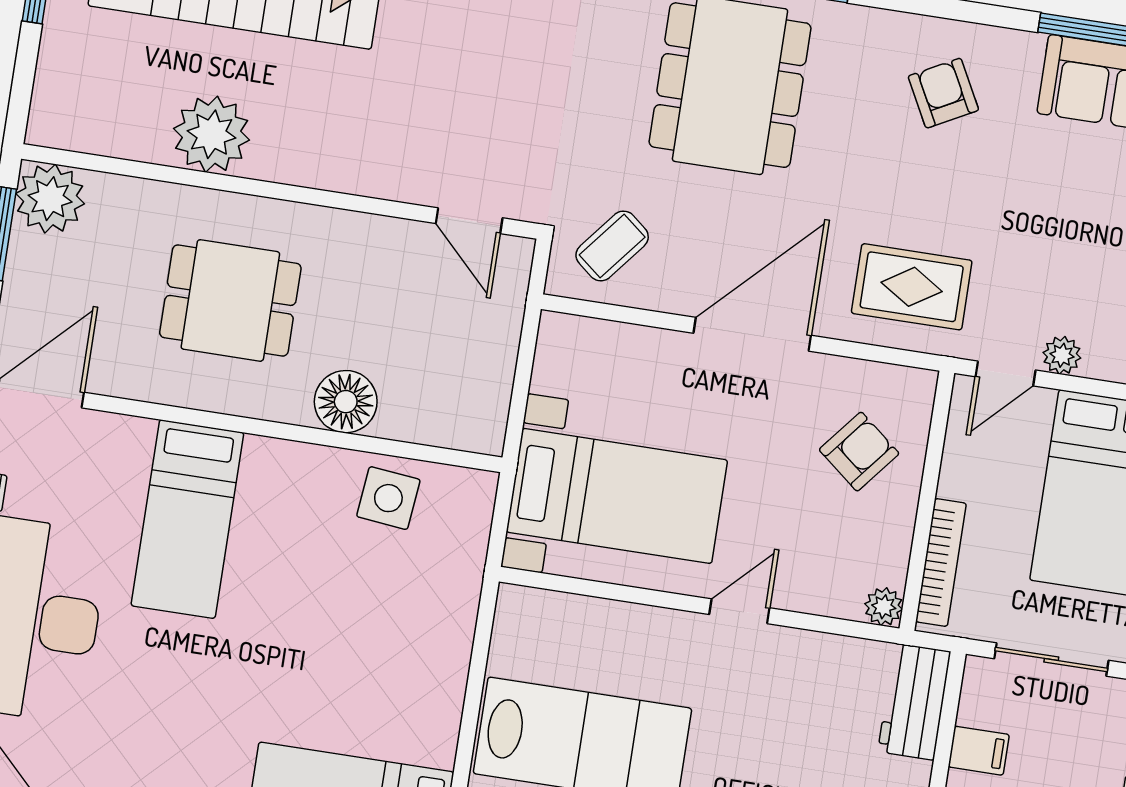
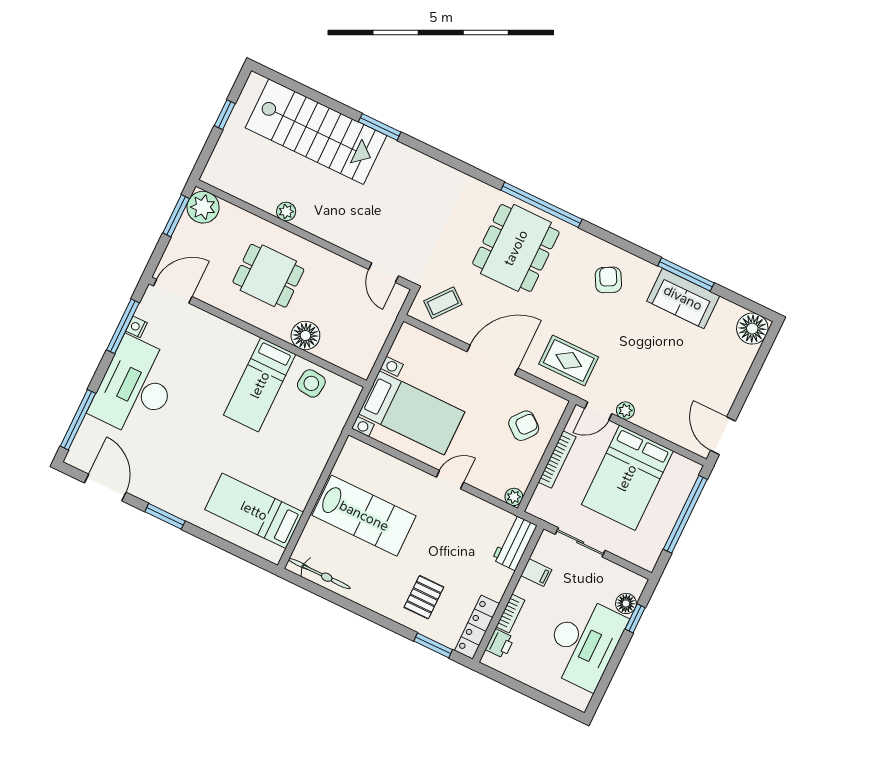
plant: (212, 134) -> (286, 212), width x0.53, depth x0.53
bed: (187, 519) -> (260, 385), moved
bookcase: (941, 562) -> (557, 460), moved

